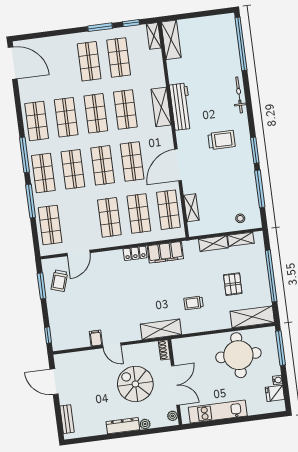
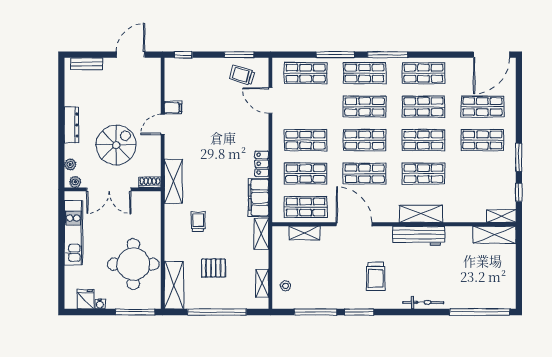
shop shelf: (119, 57) -> (482, 107), moved
shelving: (213, 244) -> (261, 234), moved
plant: (145, 424) -> (70, 165), moved

